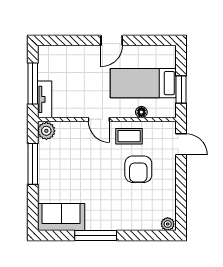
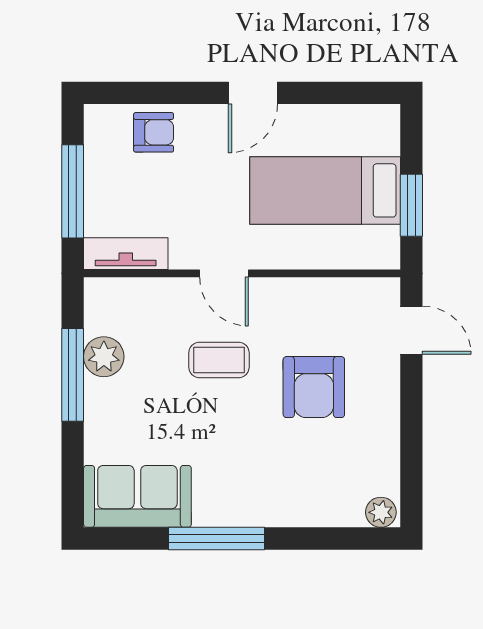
armchair: (68, 58) -> (154, 132), added
tv unit: (45, 99) -> (126, 254), moved, turned -90
floor lamp: (141, 112) -> (321, 257), removed
plant: (46, 131) -> (104, 357), moved
coffee table: (129, 136) -> (219, 360), moved

